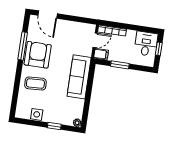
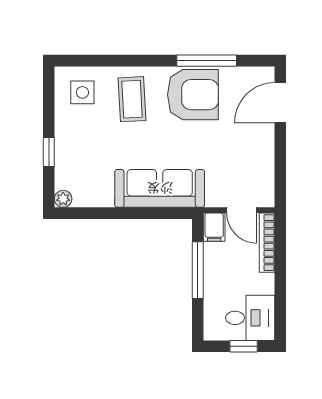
window: (120, 65) -> (198, 270), width x1.44
side table: (37, 114) -> (82, 92), moved

